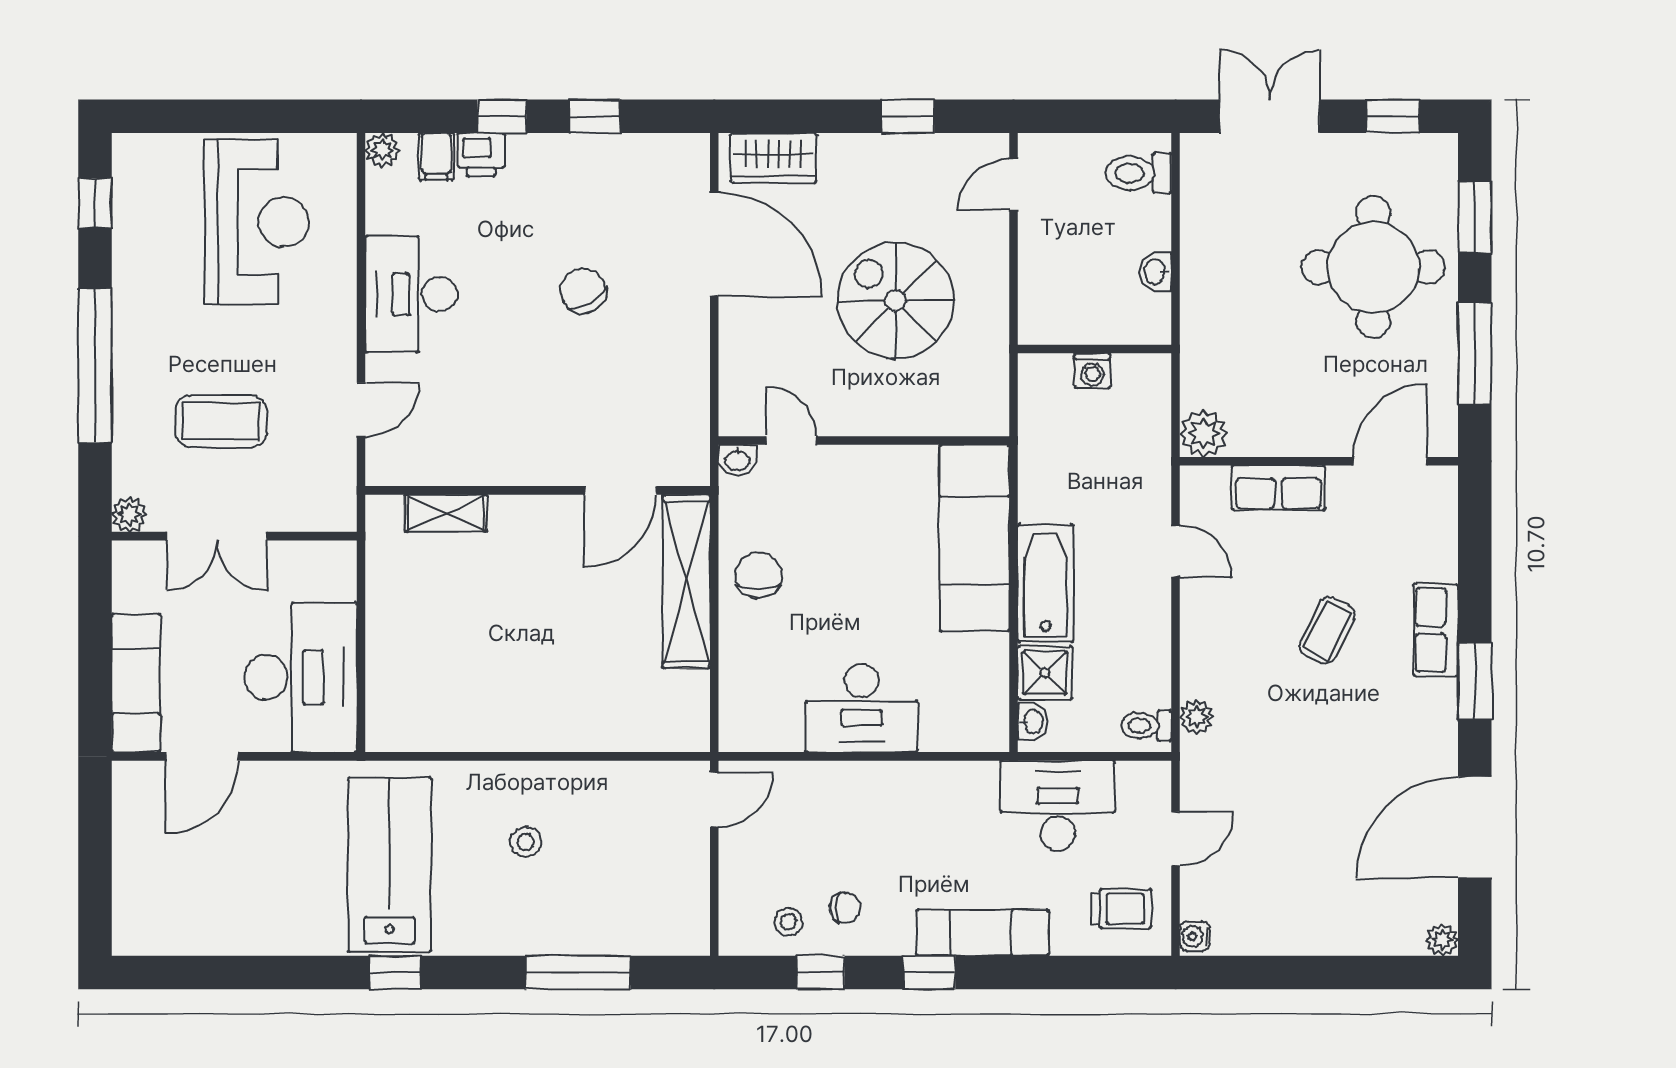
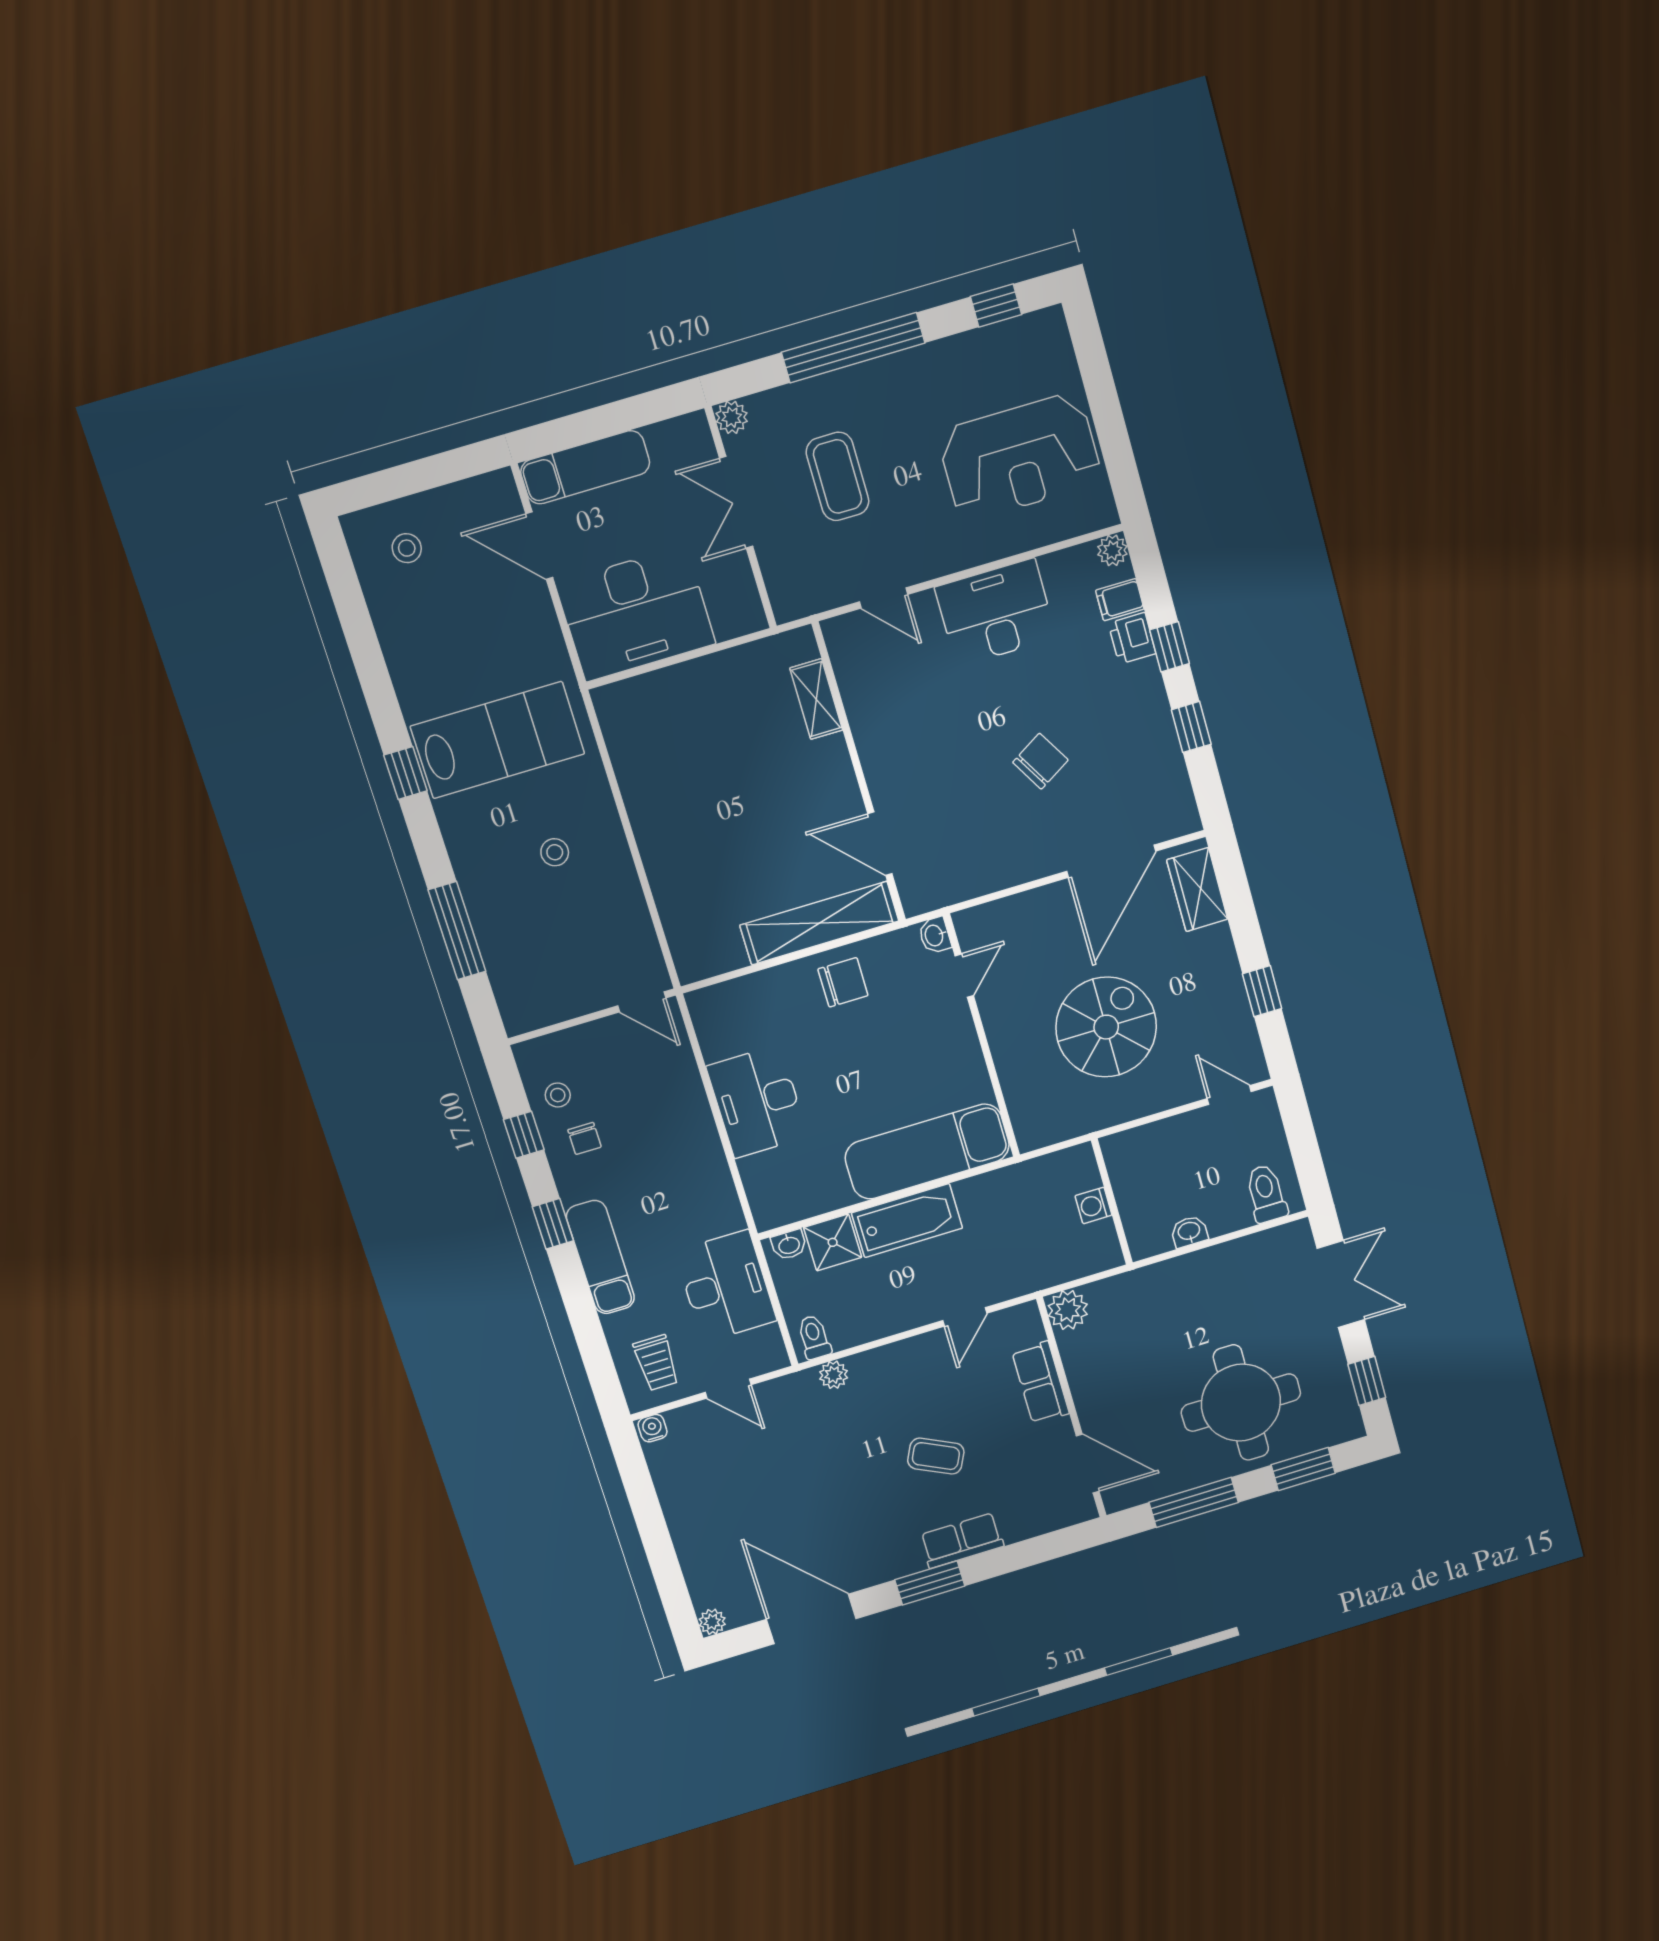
stool: (164, 895) -> (407, 548), added

